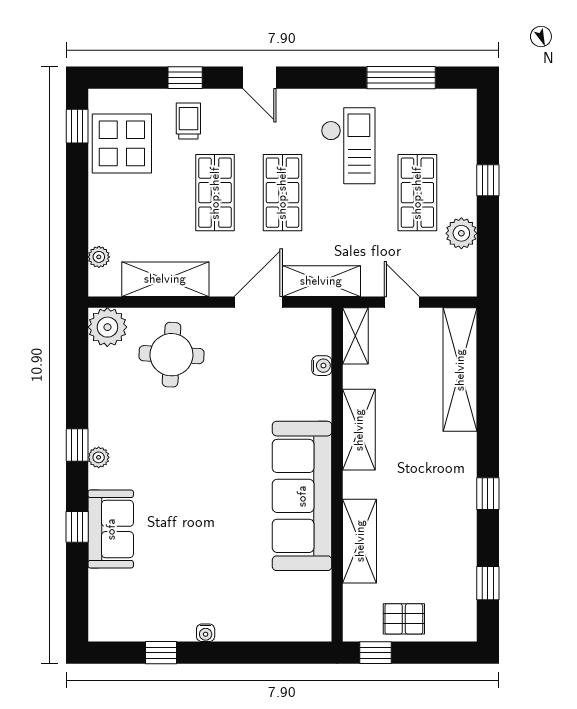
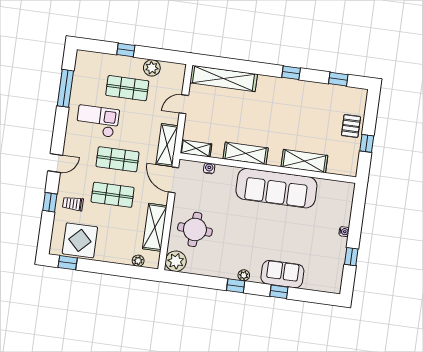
shelving: (355, 336) -> (196, 148), moved
water cooler: (322, 366) -> (209, 168), moved
shelving: (359, 430) -> (246, 153), moved
wall: (337, 475) -> (268, 168), moved
sofa: (302, 496) -> (276, 188), moved
shelving: (360, 541) -> (304, 161), moved

